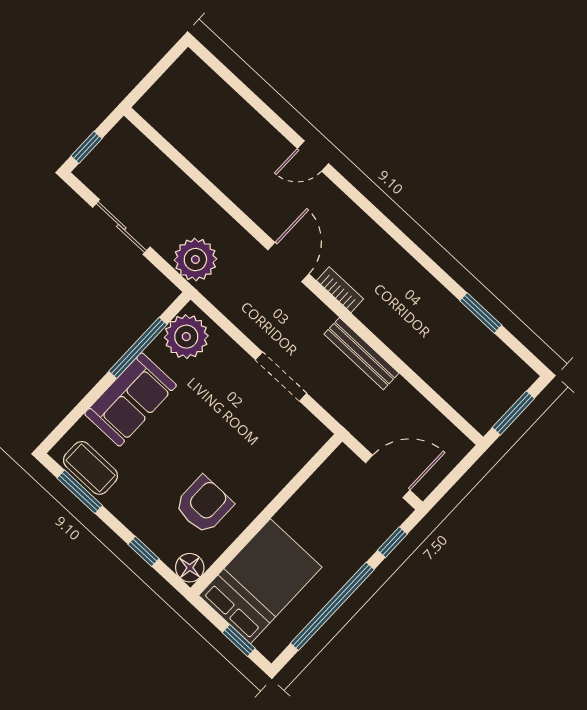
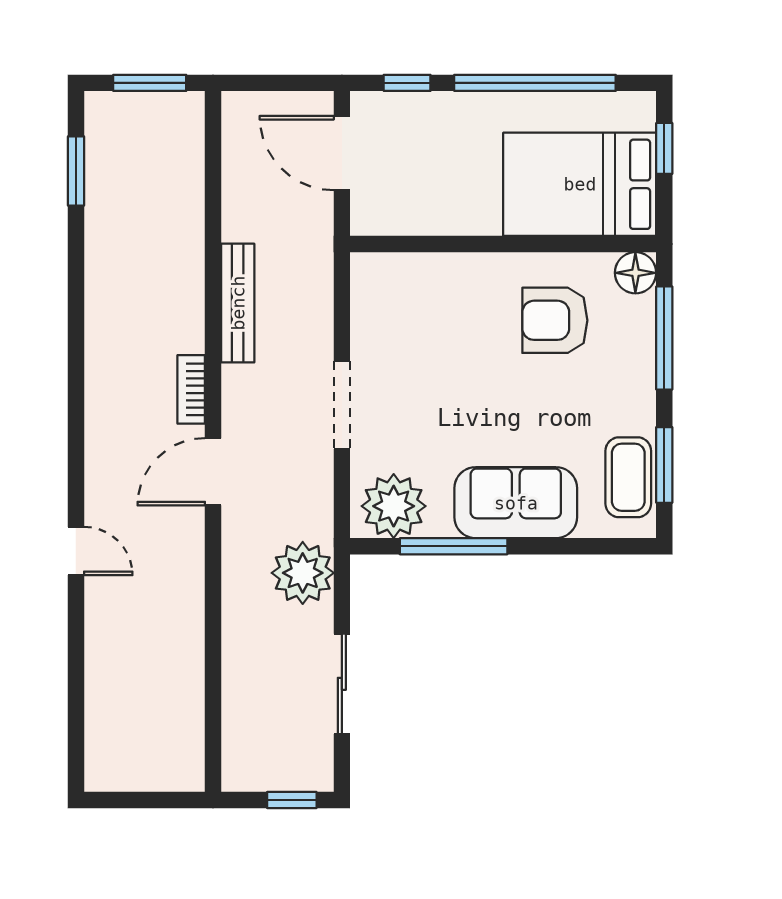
window: (481, 313) -> (76, 171), moved
doorway: (281, 377) -> (342, 405), moved
window: (143, 551) -> (664, 338), width x2.17

